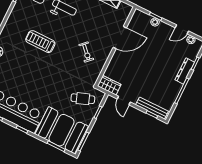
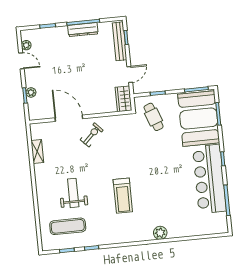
exercise bike: (86, 52) -> (92, 135), moved
dresser: (185, 71) -> (83, 30), moved

